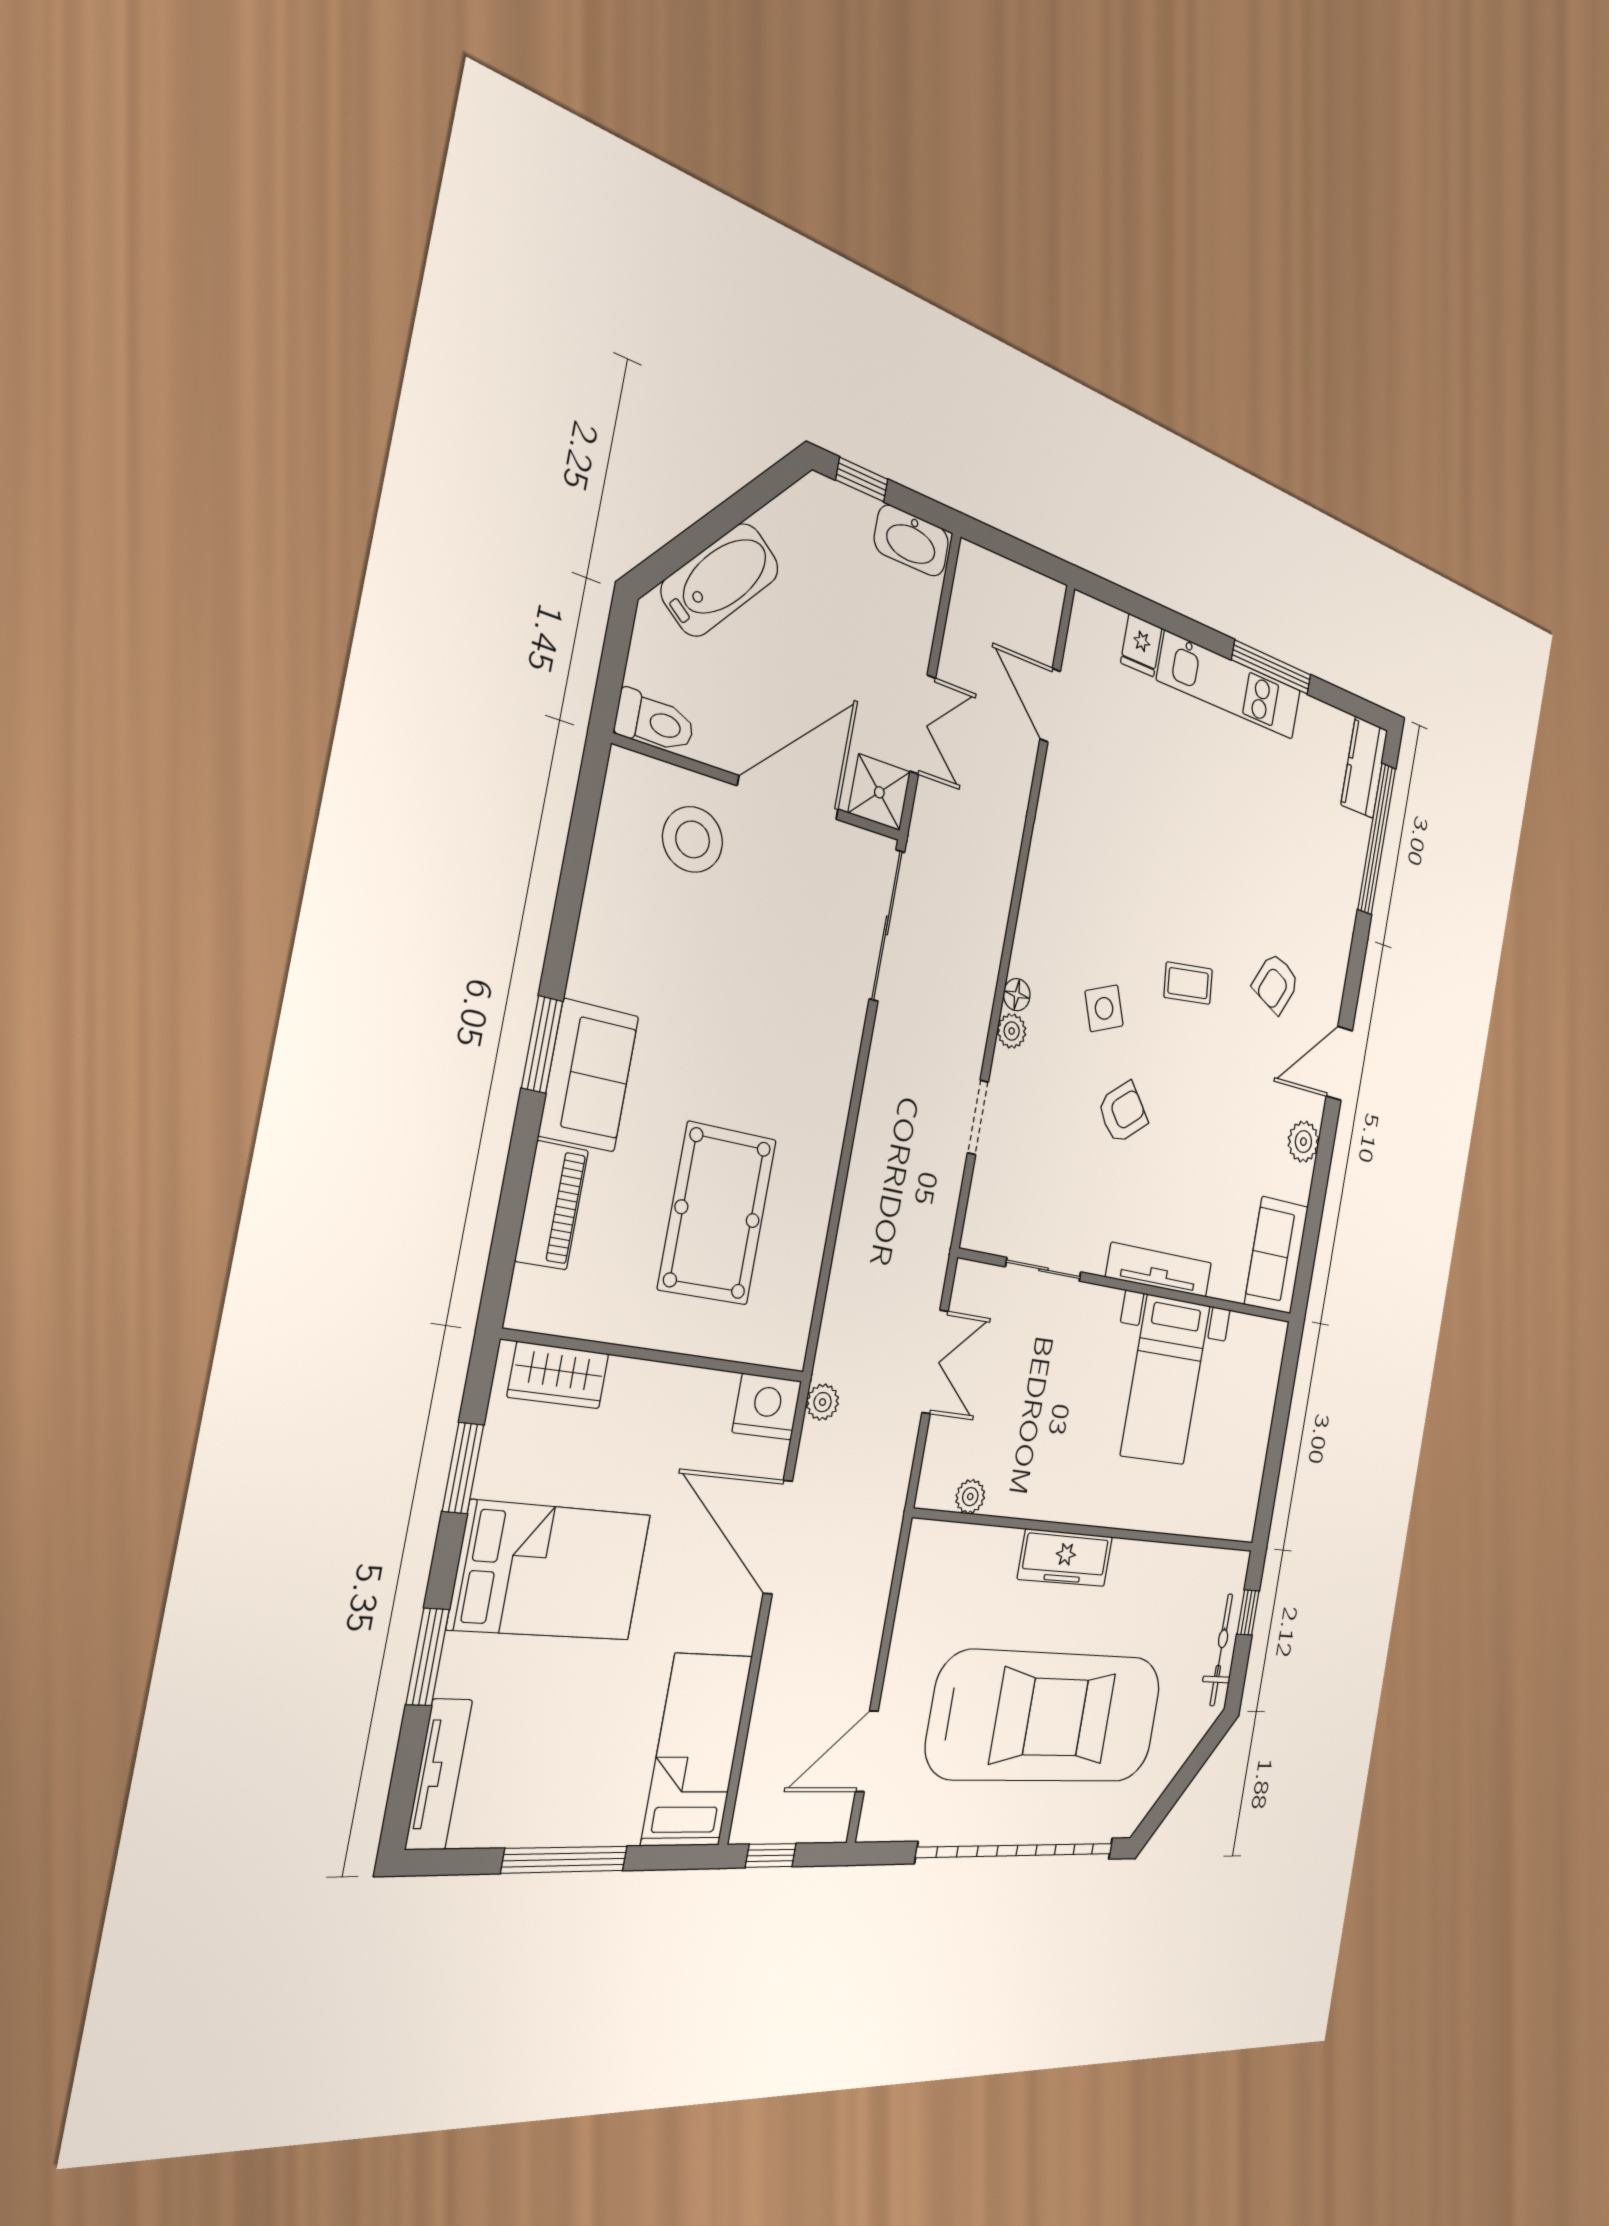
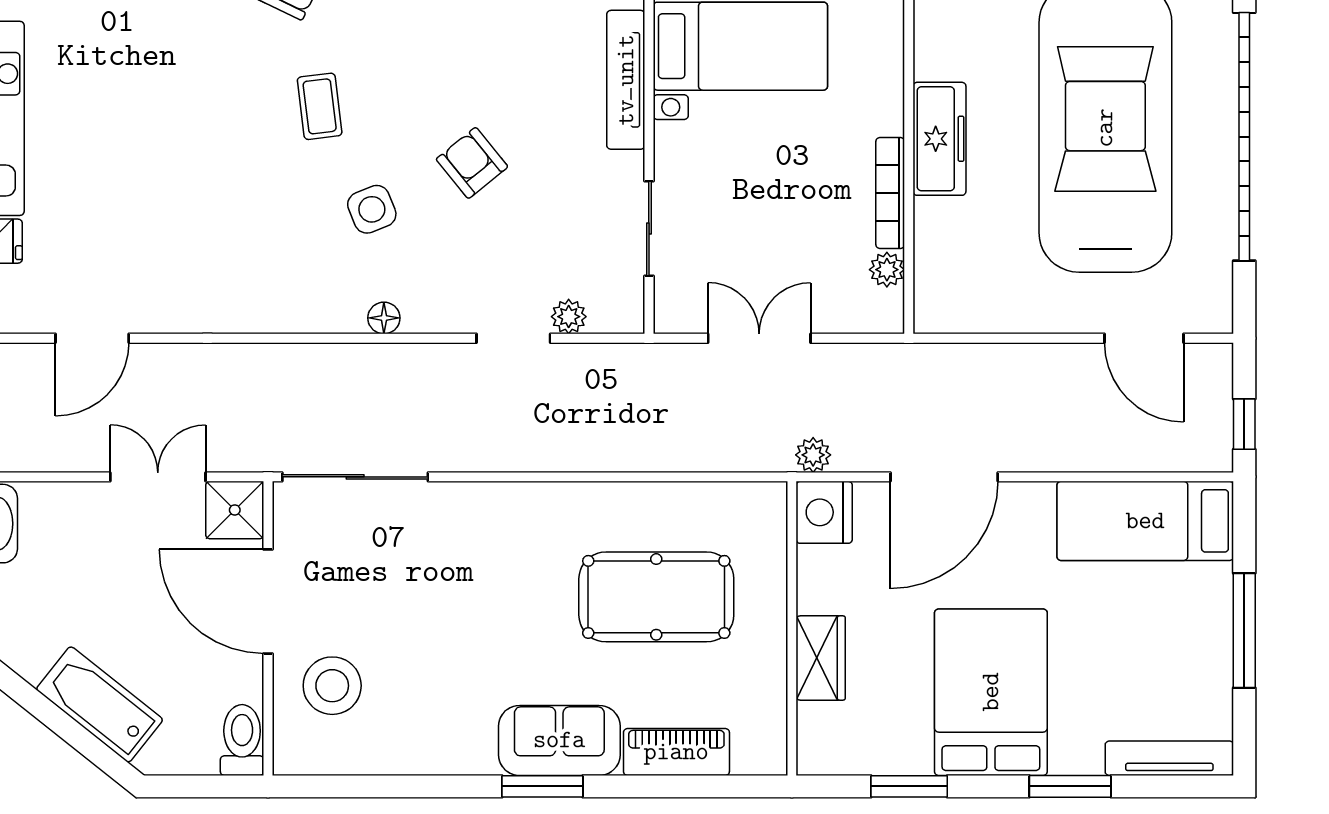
plant: (1012, 1031) -> (569, 317), moved
wardrobe: (558, 1375) -> (821, 658), moved
bookcase: (1031, 1506) -> (890, 193), added

